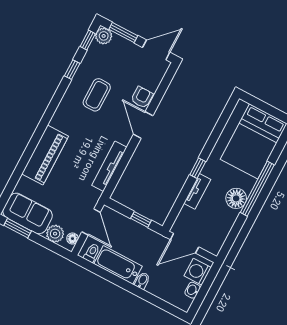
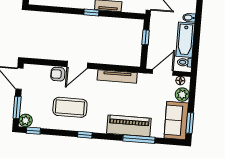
window: (72, 70) -> (85, 135), moved
coffee table: (97, 95) -> (70, 107), width x1.36, depth x1.32
window: (24, 160) -> (139, 139), added

